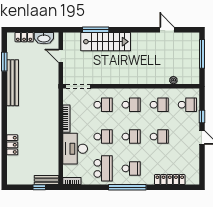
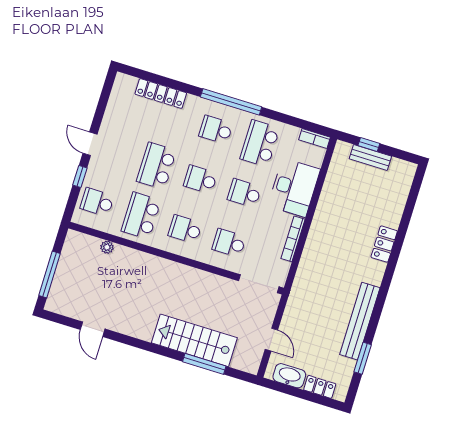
school desk: (159, 105) -> (141, 216), width x1.85
school desk: (159, 137) -> (156, 166), width x1.85
locker: (12, 145) -> (384, 244), moved
bench: (47, 180) -> (370, 158), moved

